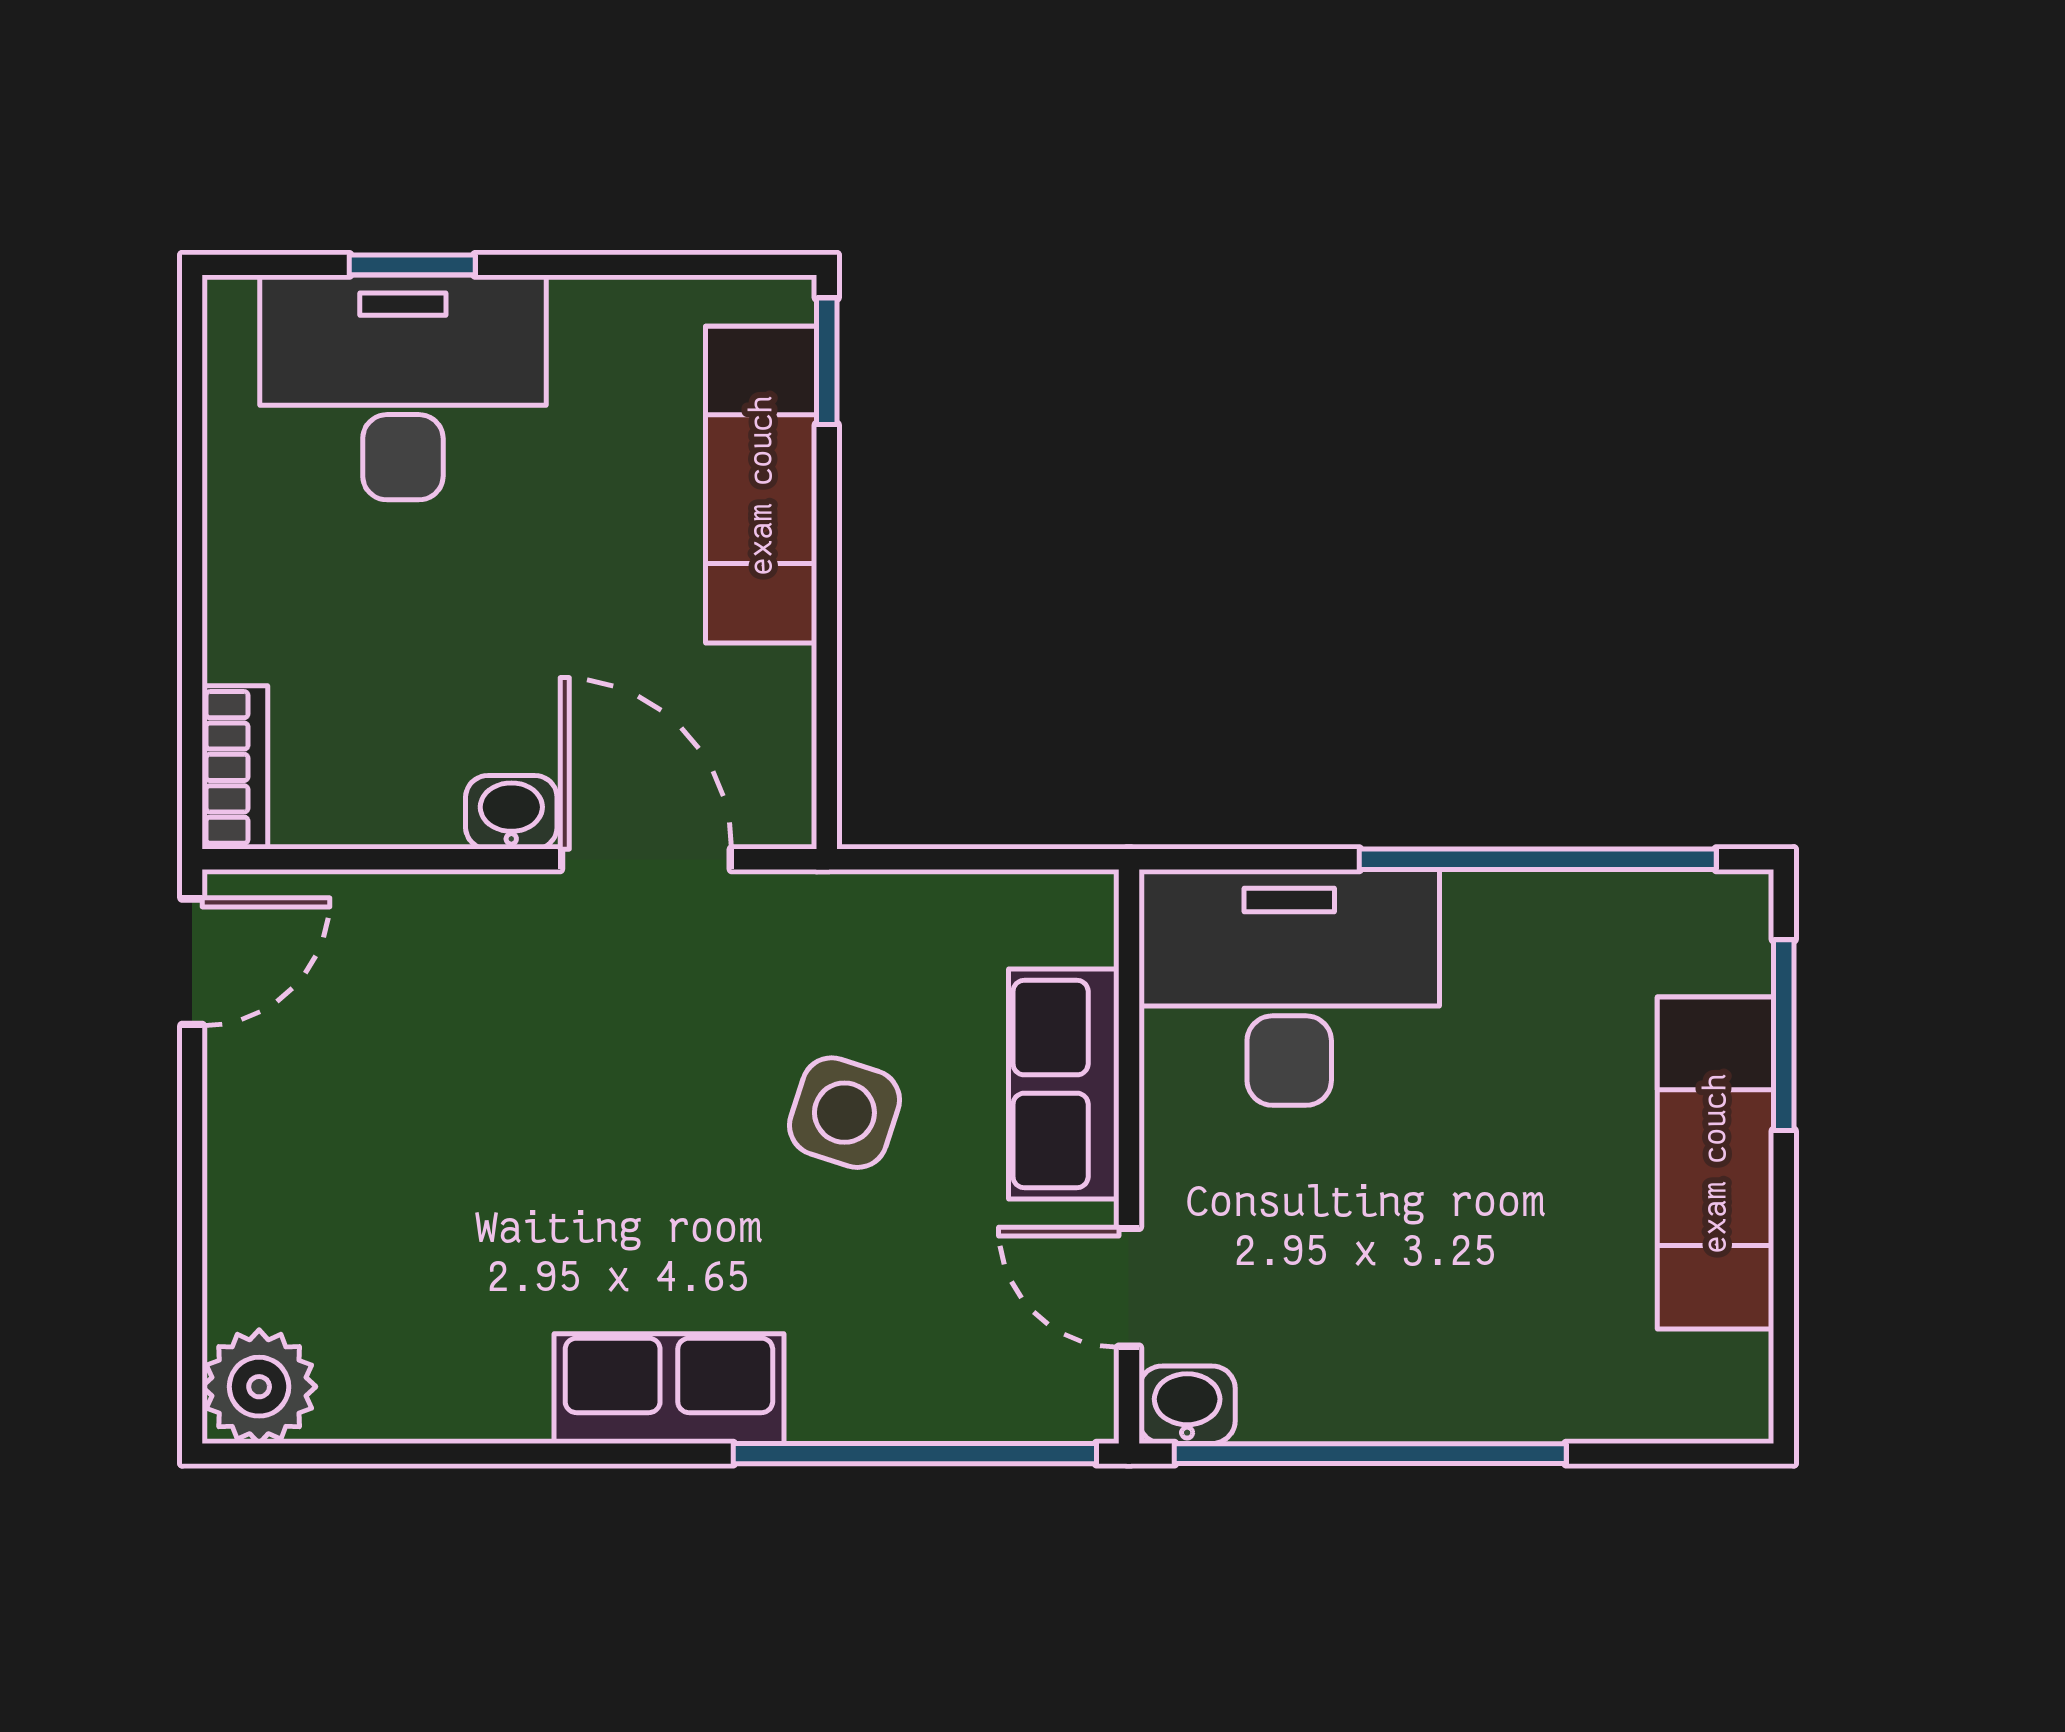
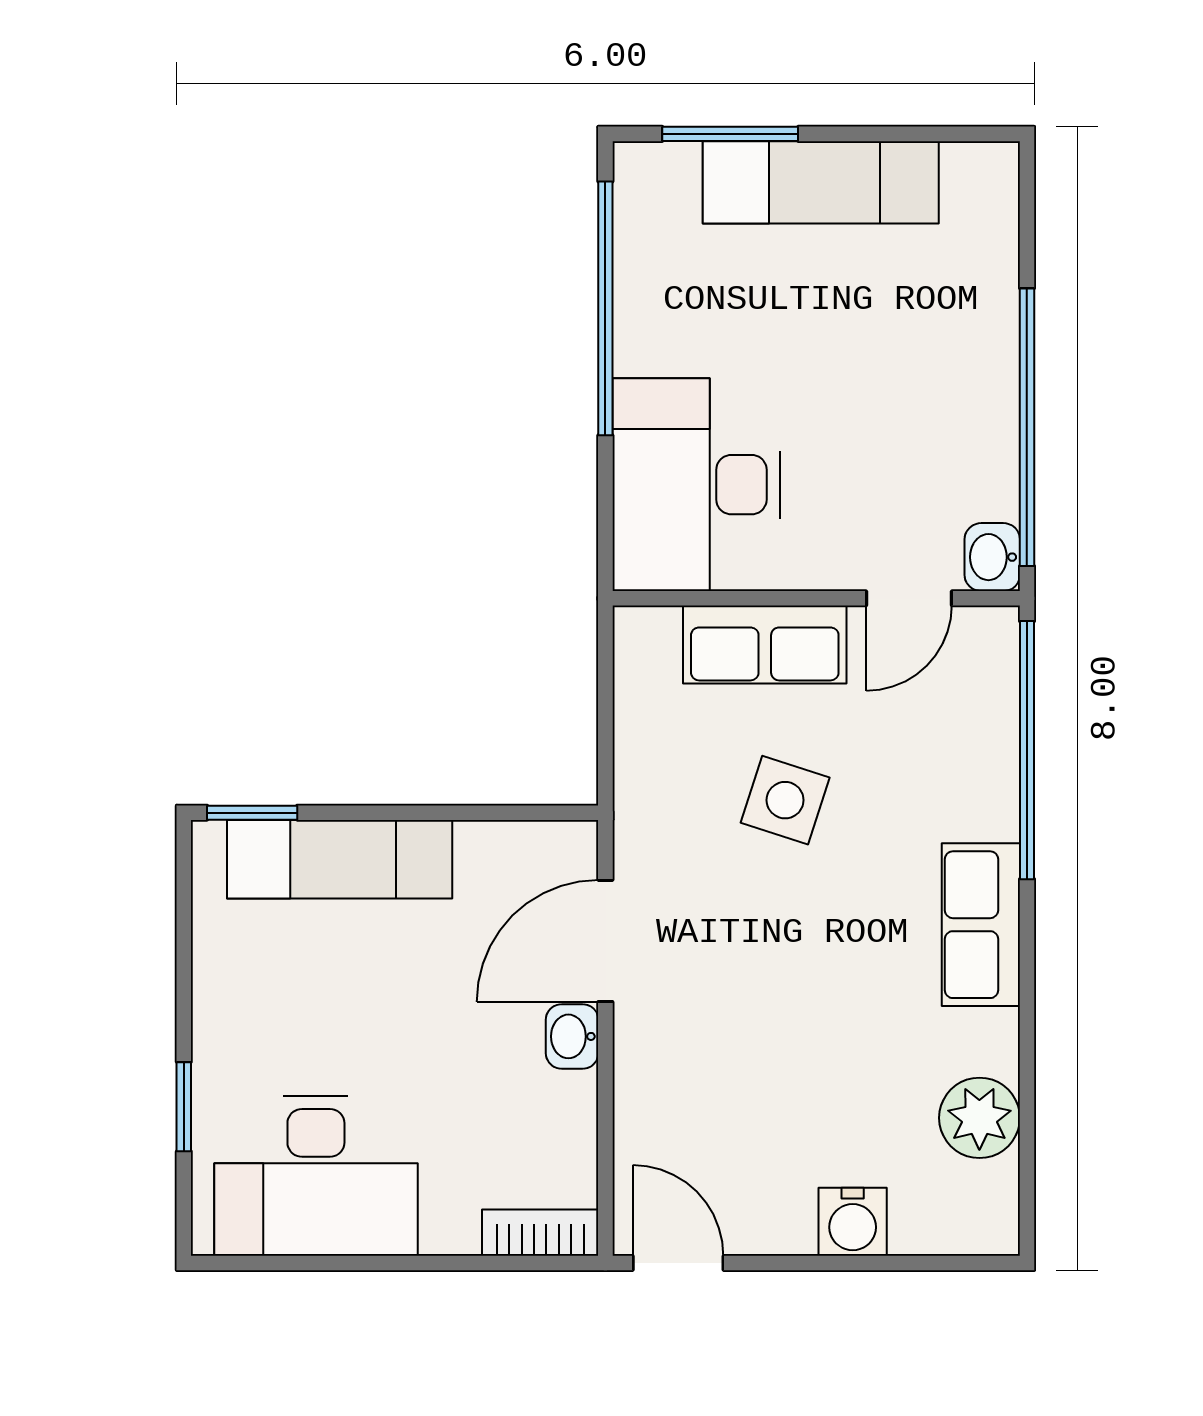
desk: (403, 387) -> (316, 1176), moved, turned -90
water cooler: (250, 1208) -> (853, 1222), added
plant: (259, 1387) -> (979, 1118), moved

